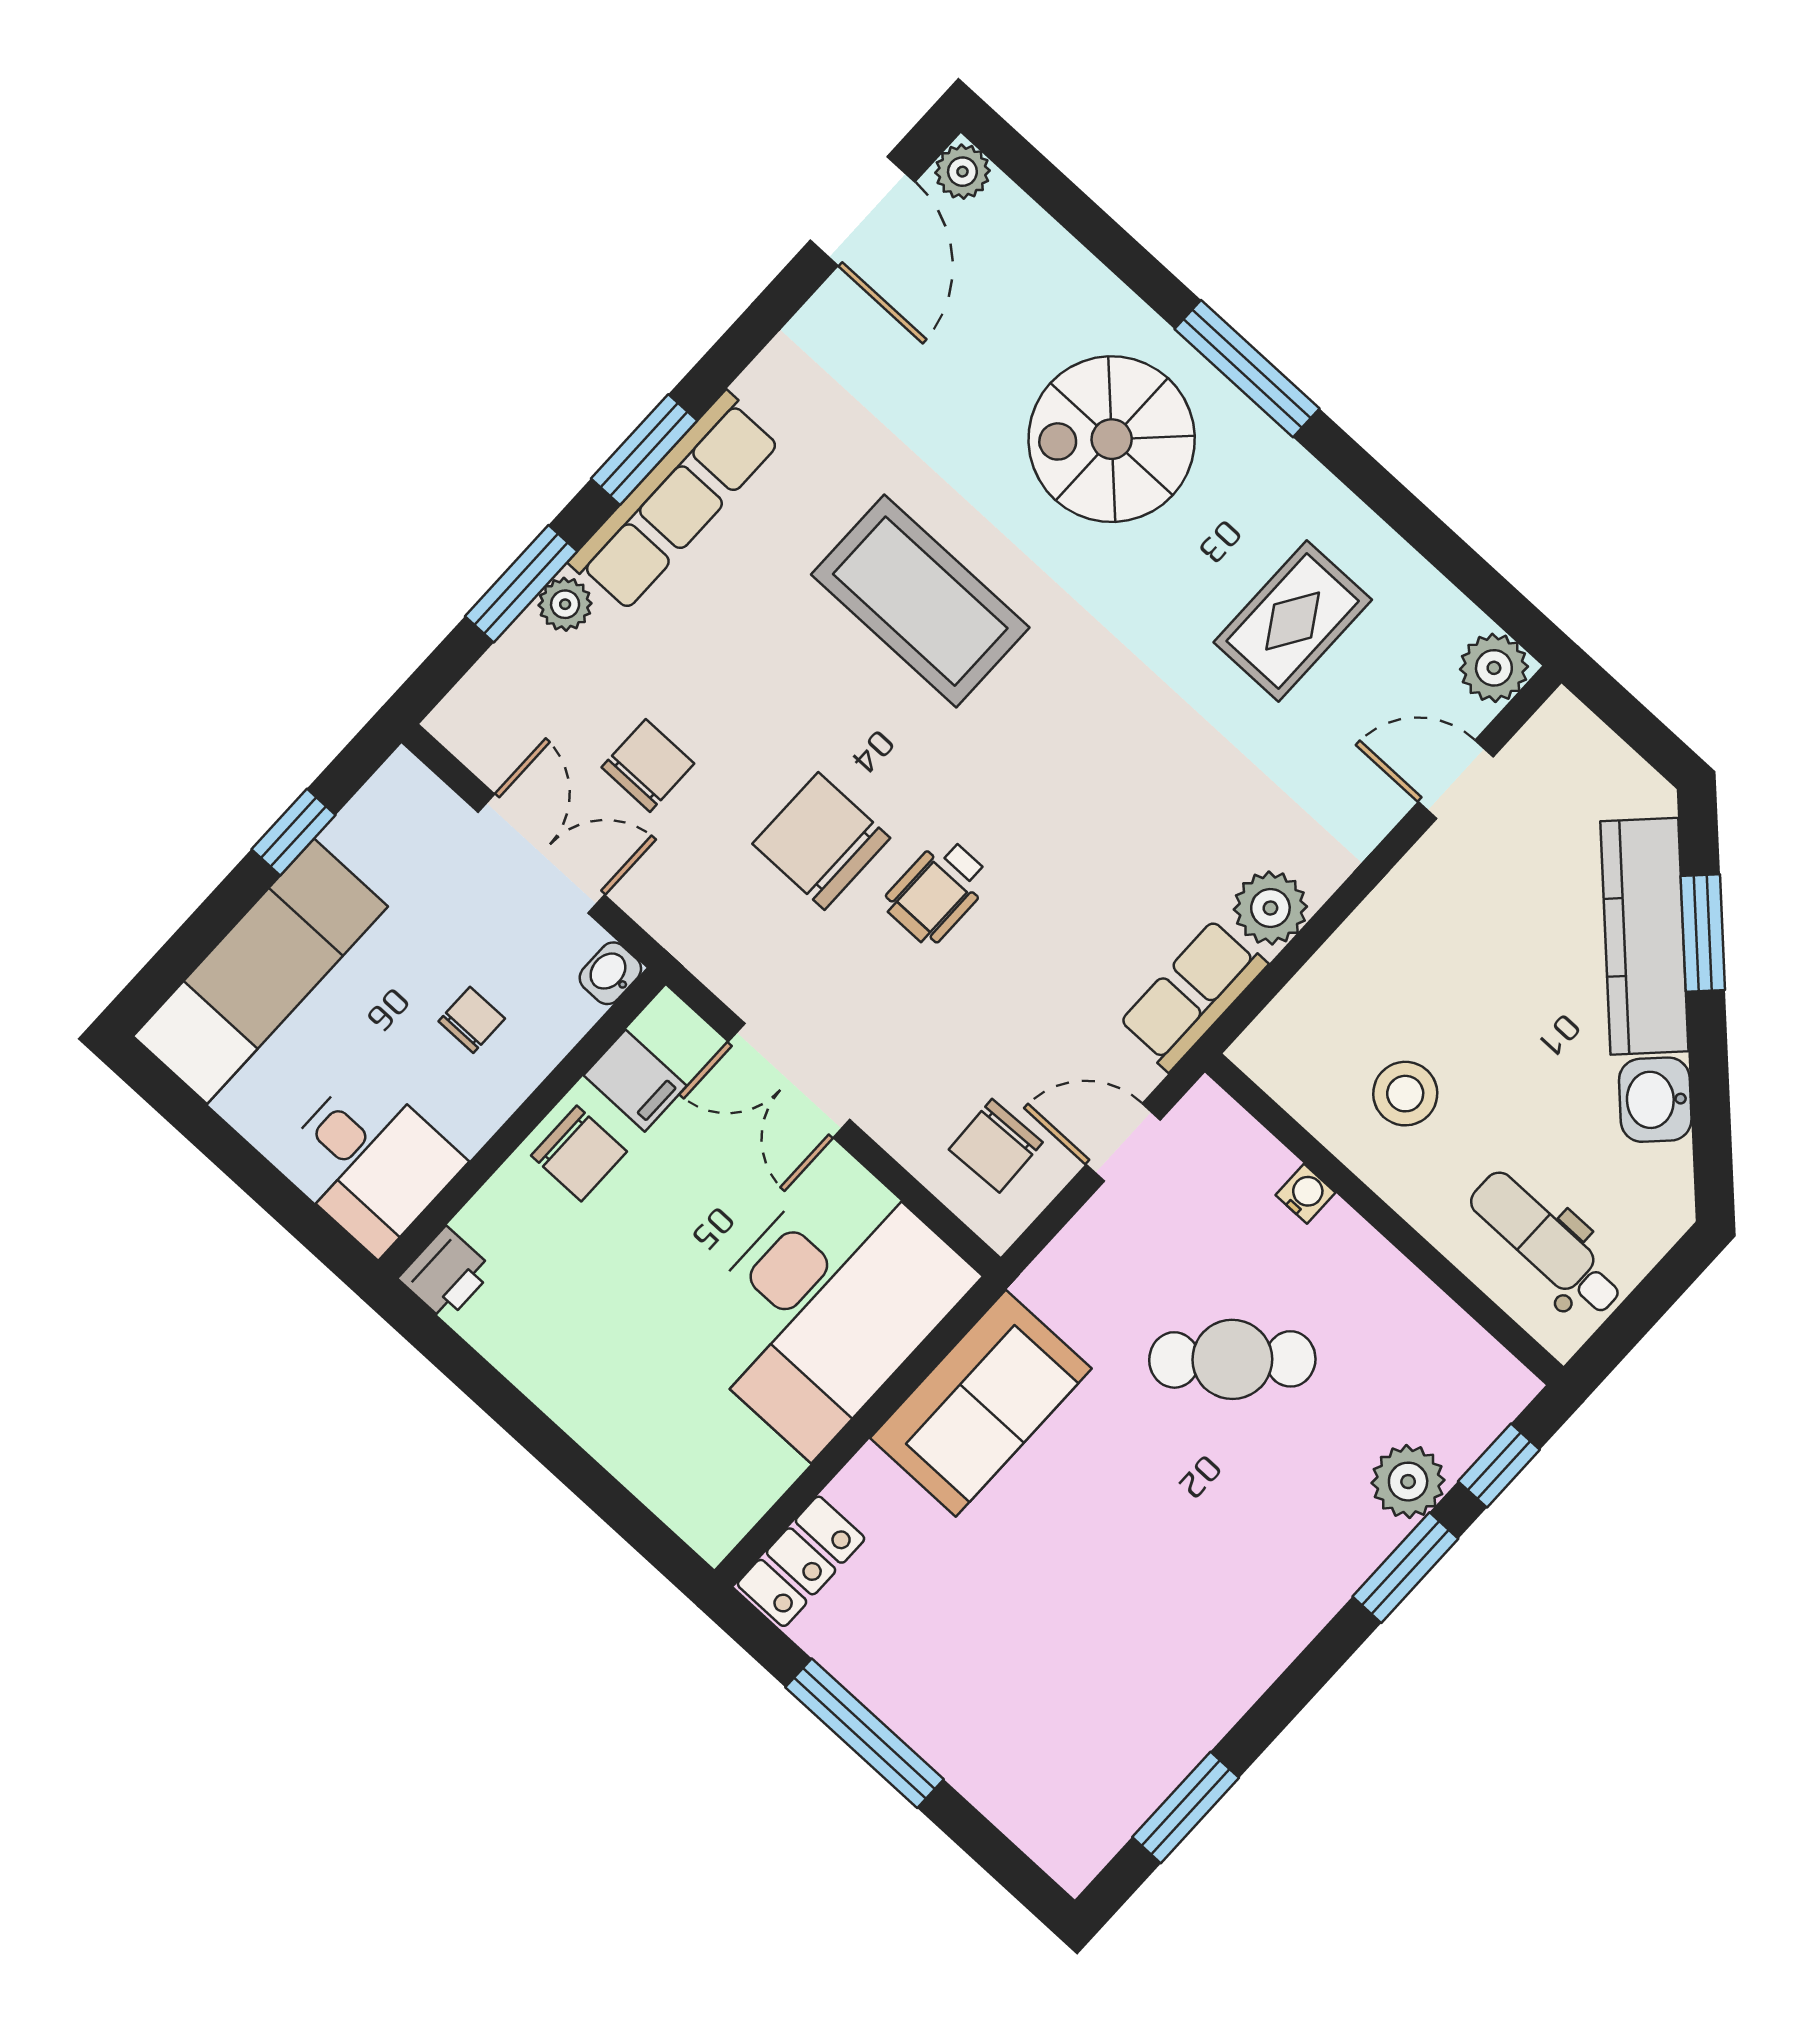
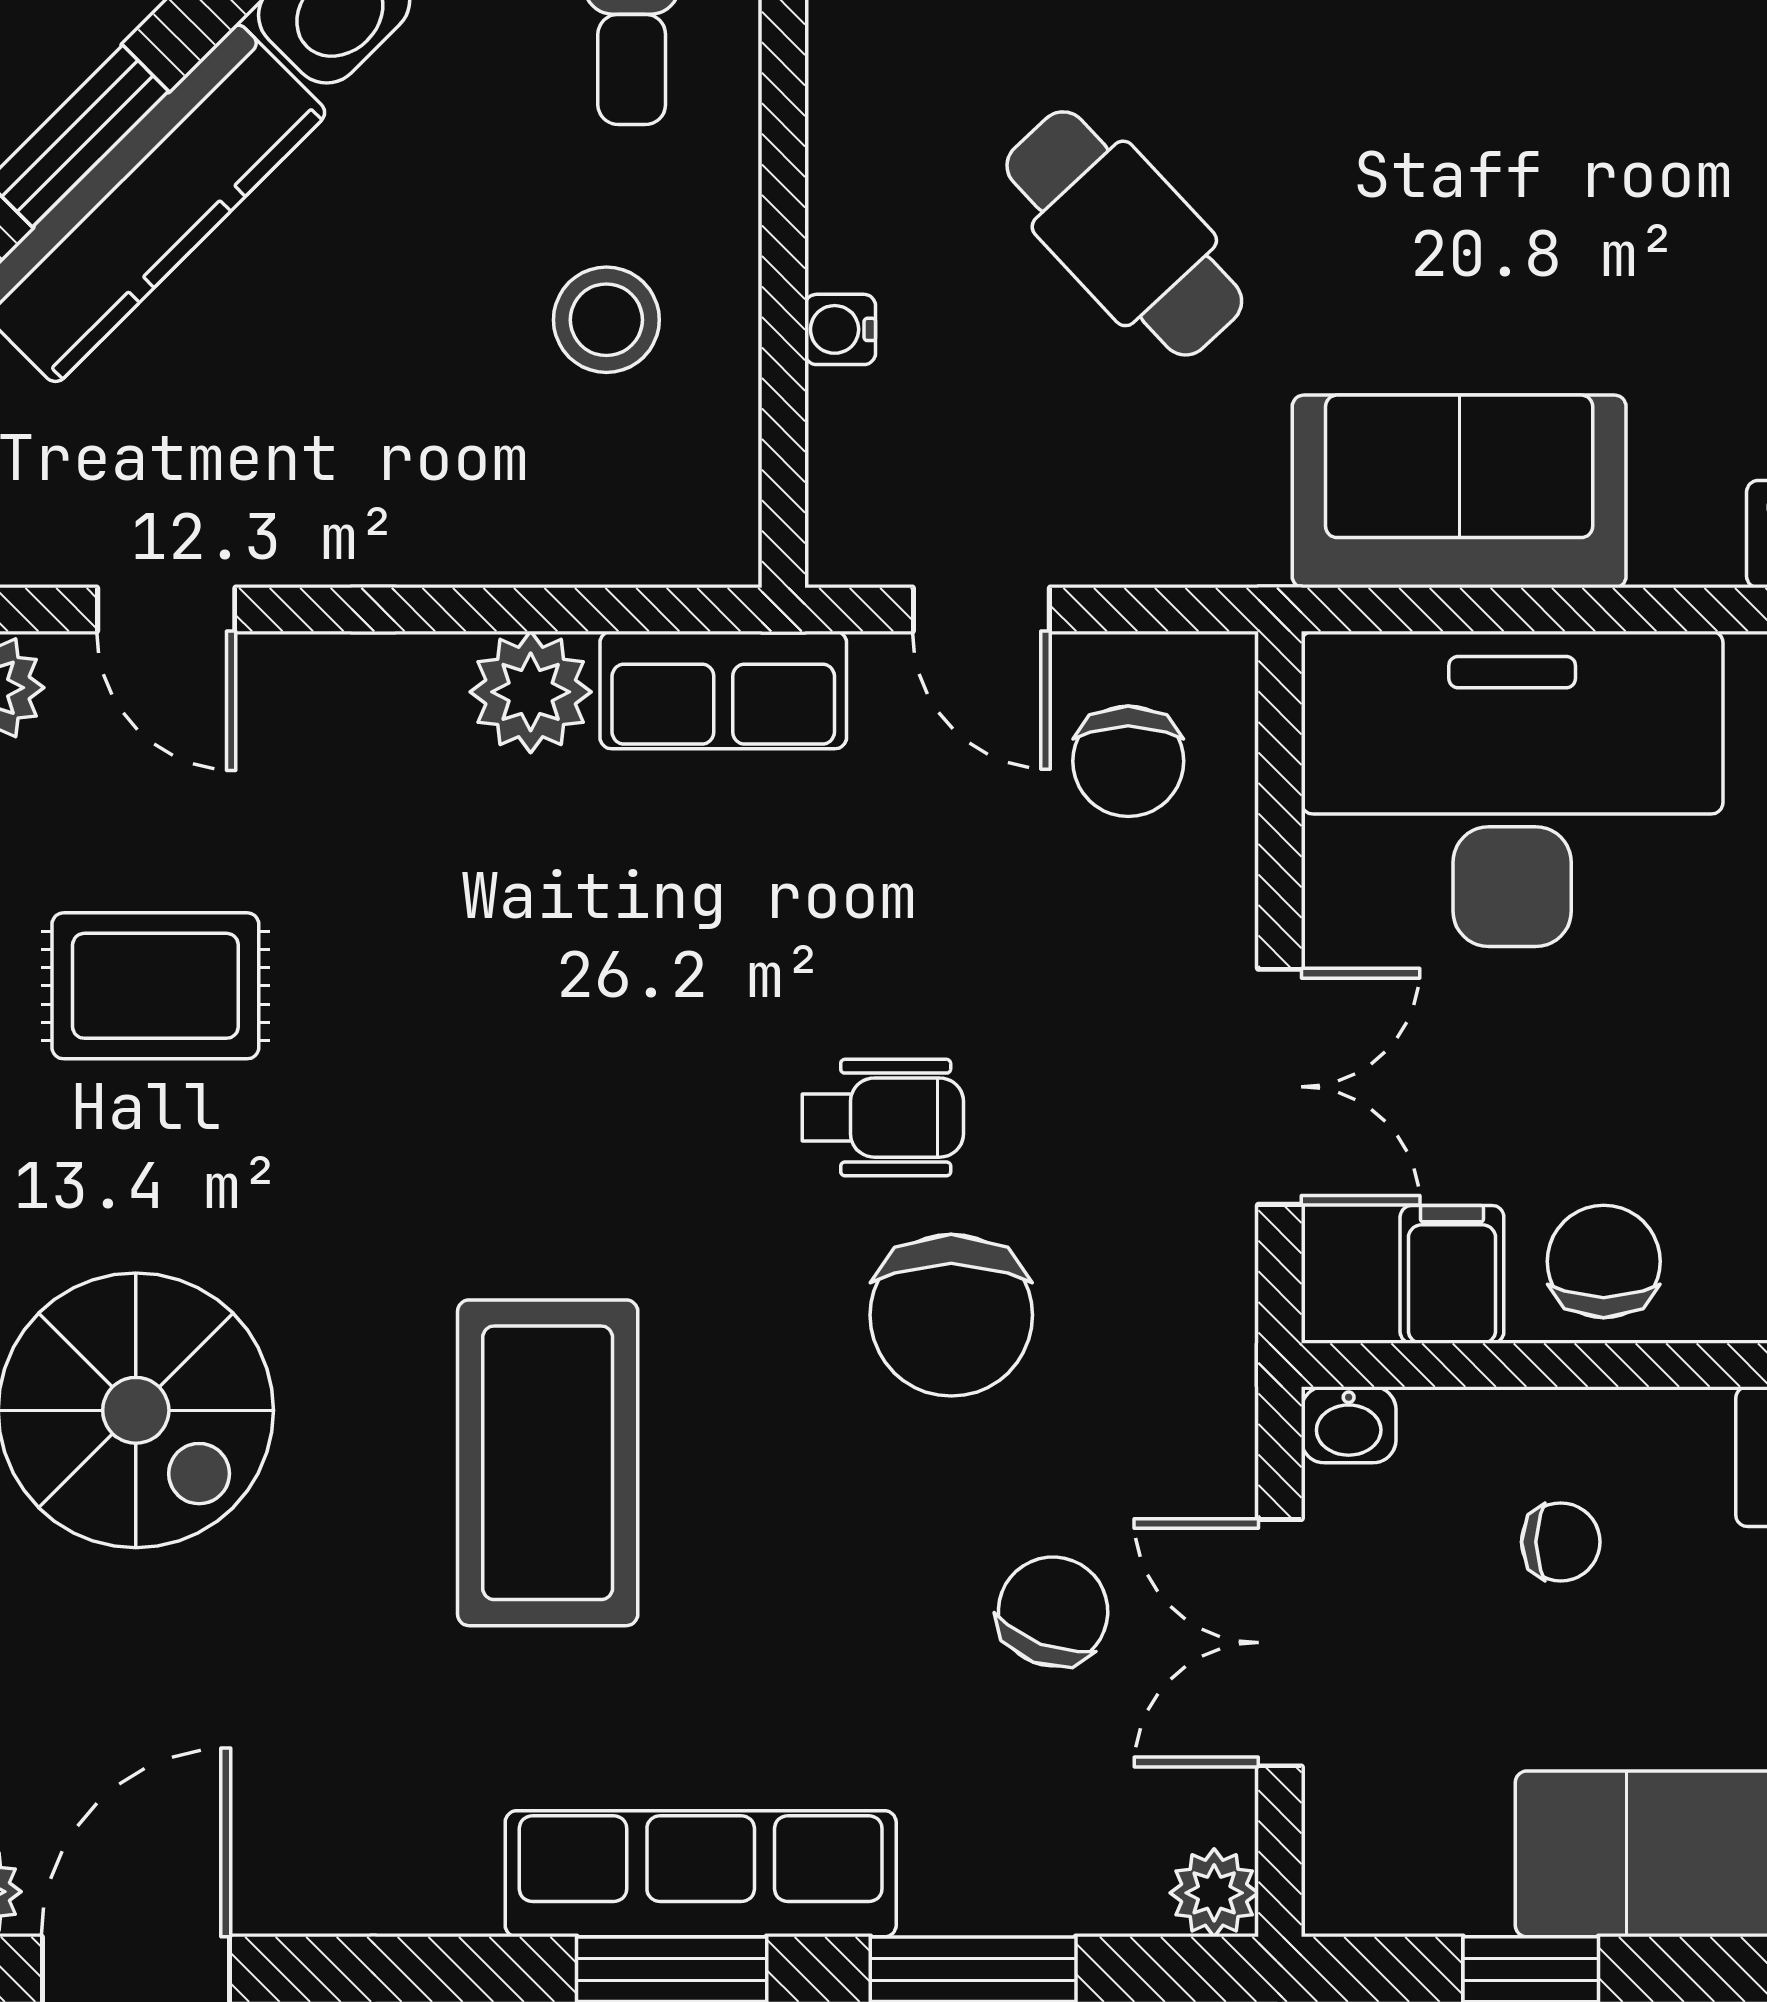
plant: (565, 604) -> (1214, 1893), moved
chair: (648, 765) -> (1053, 1611), turned 111
chair: (472, 1020) -> (1561, 1542), turned 180
chair: (996, 1146) -> (1128, 761), turned 92

